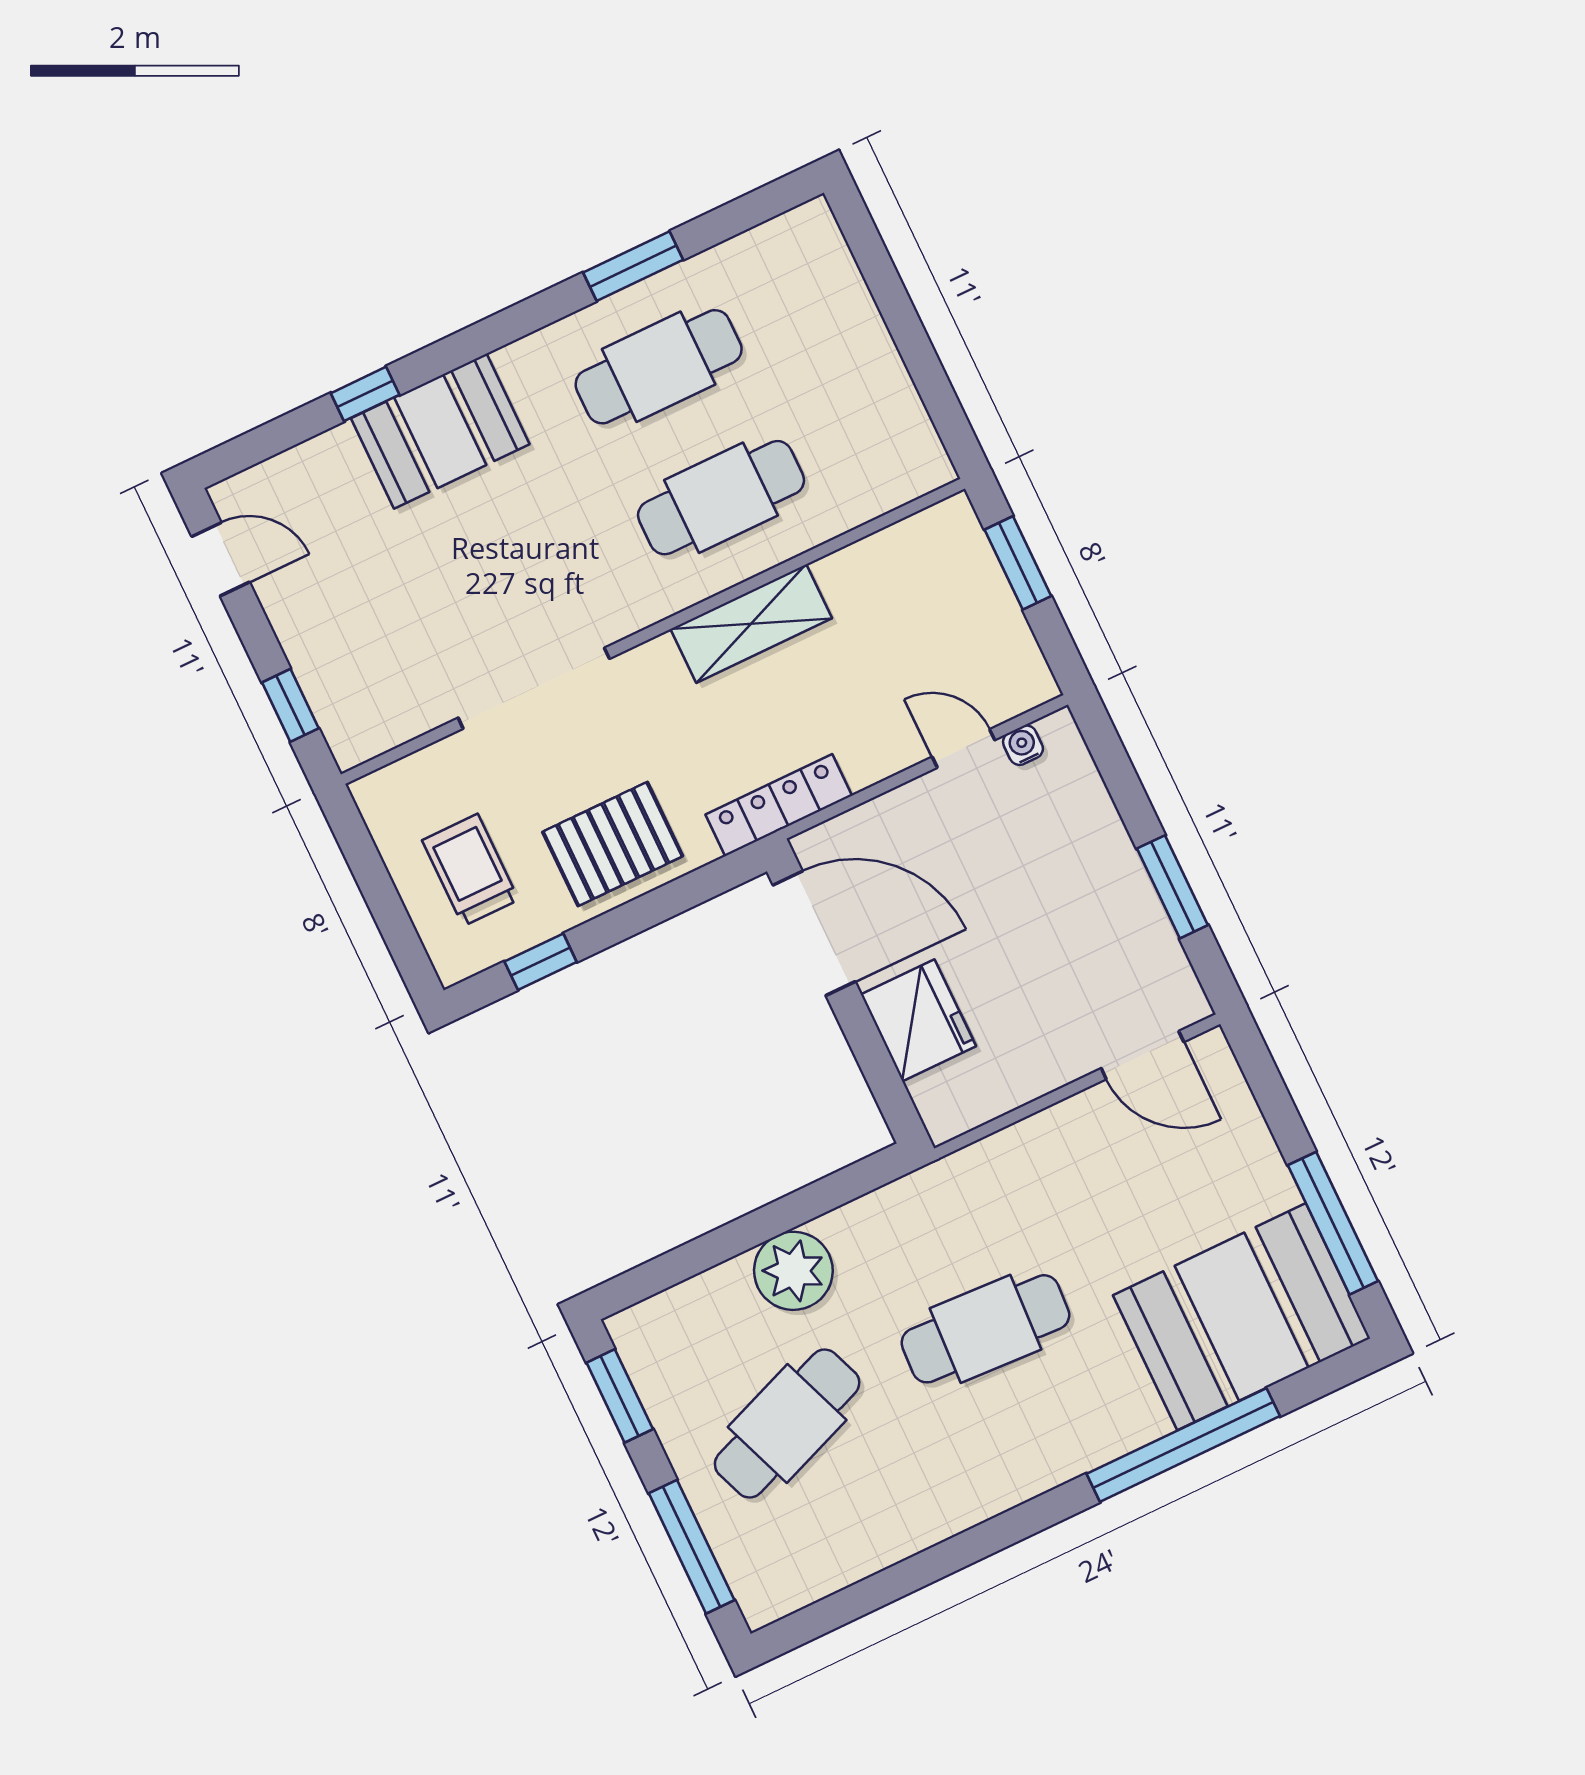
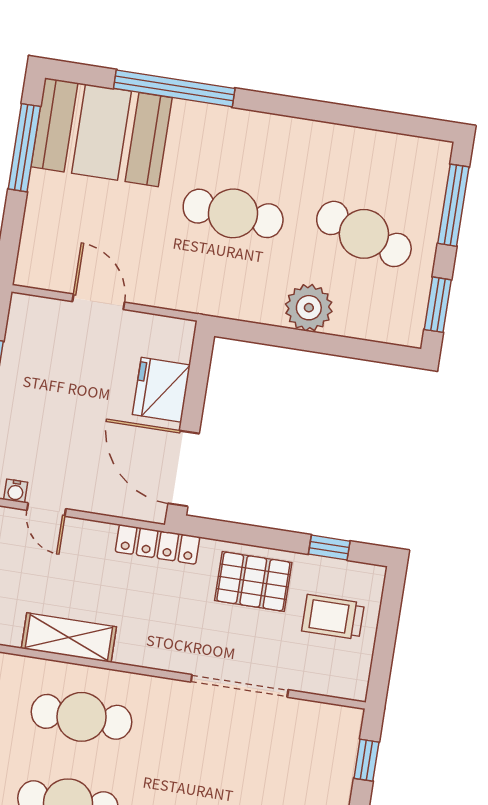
shelving: (751, 624) -> (69, 638), moved
trolley: (470, 870) -> (333, 617), turned 90
door: (1142, 1055) -> (98, 302), moved
cafe table: (787, 1423) -> (364, 234), turned 39

